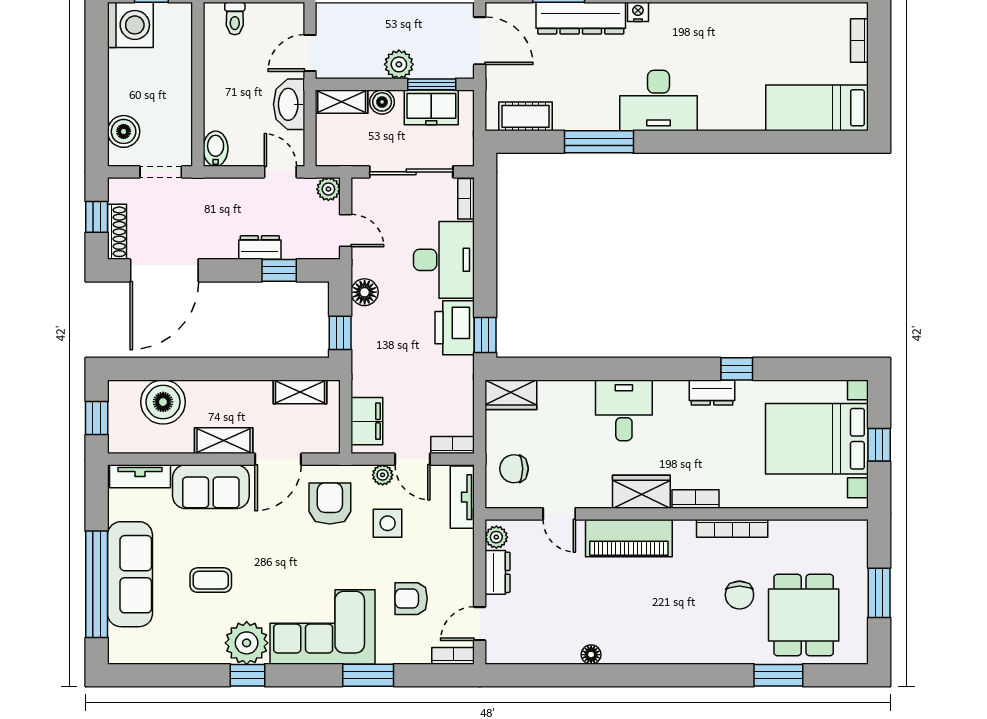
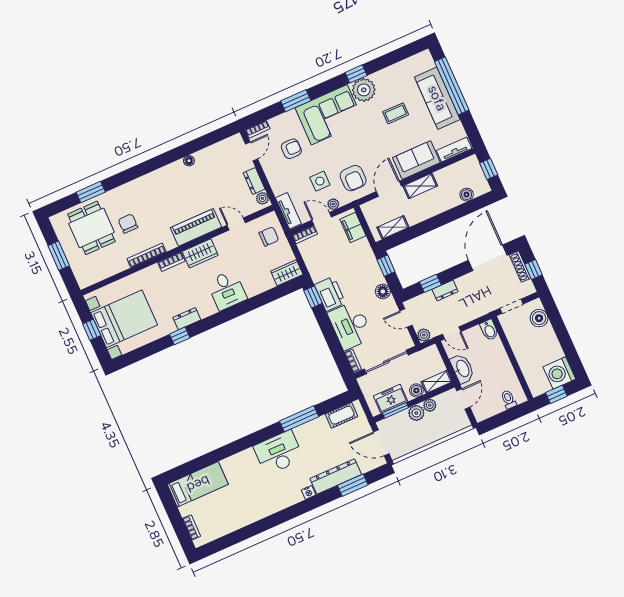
plant: (371, 67) -> (430, 405), added
boiler: (163, 402) -> (467, 195), width x0.54, depth x0.54

